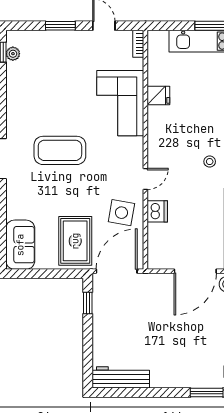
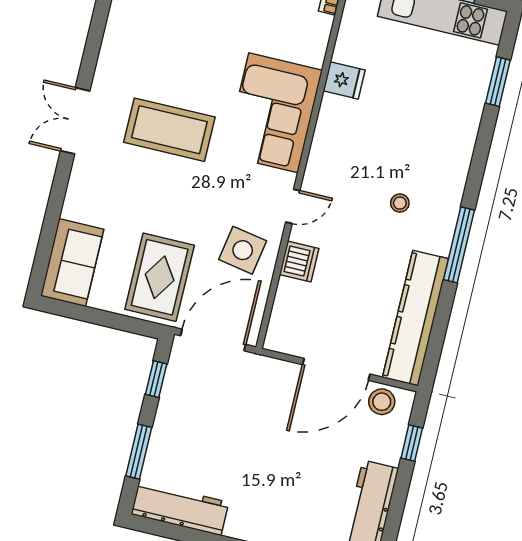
corner sofa: (120, 103) -> (273, 113), moved
window: (88, 349) -> (139, 452), added

